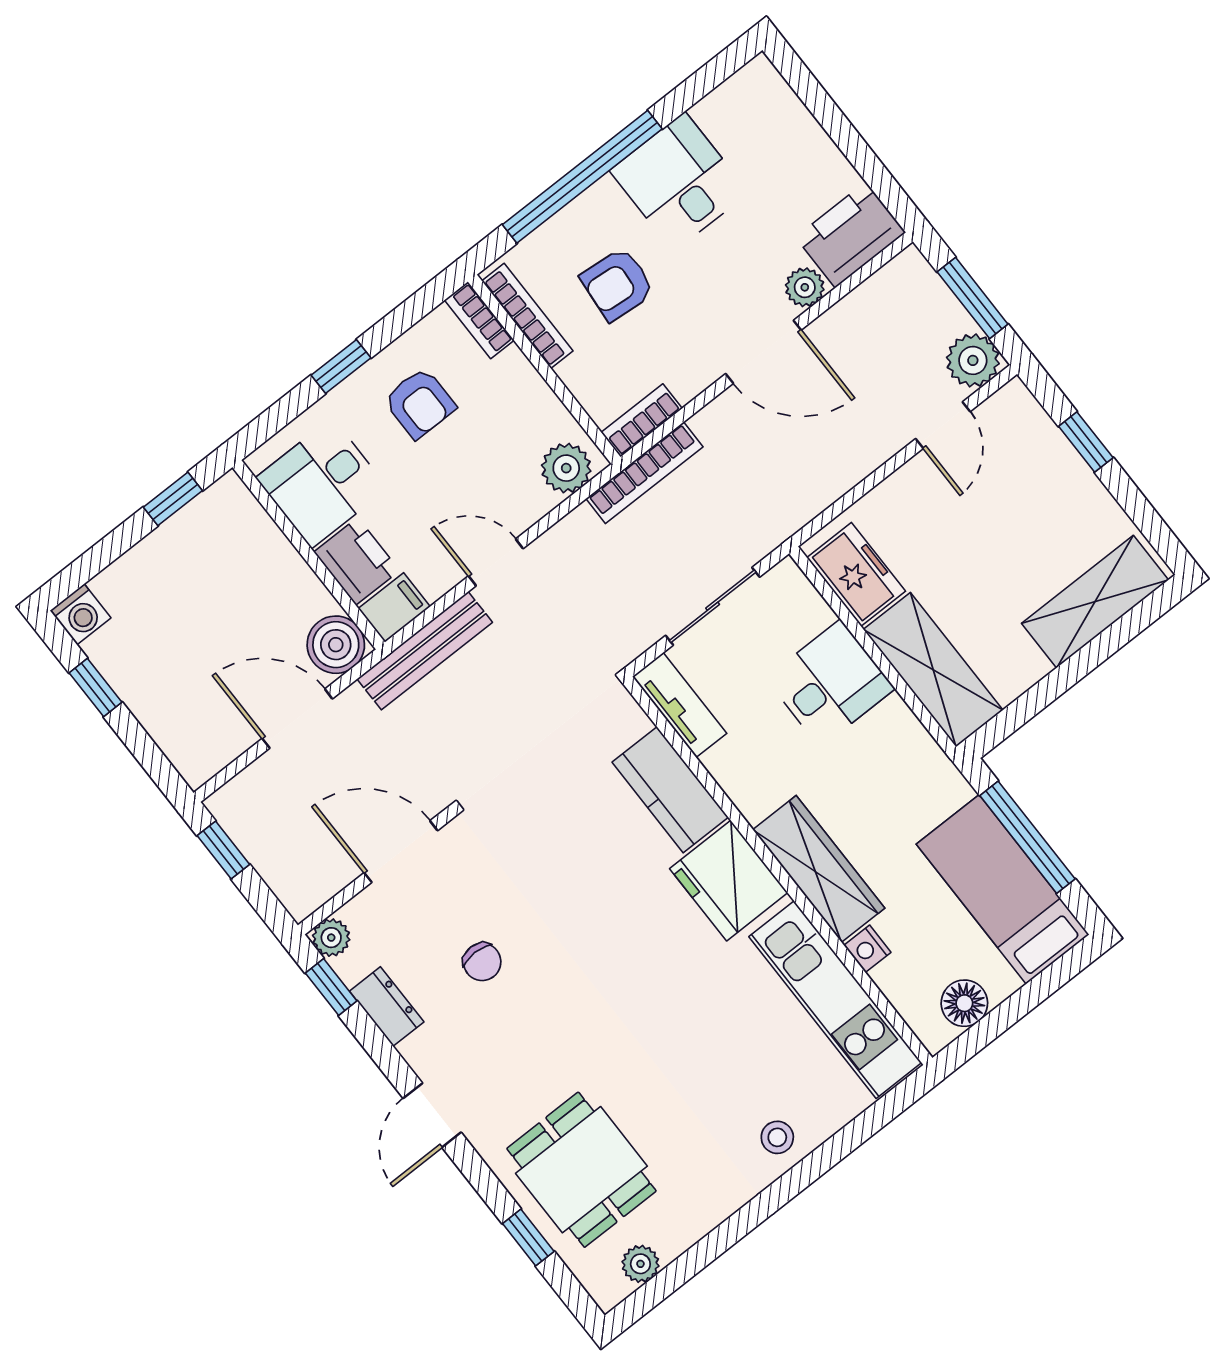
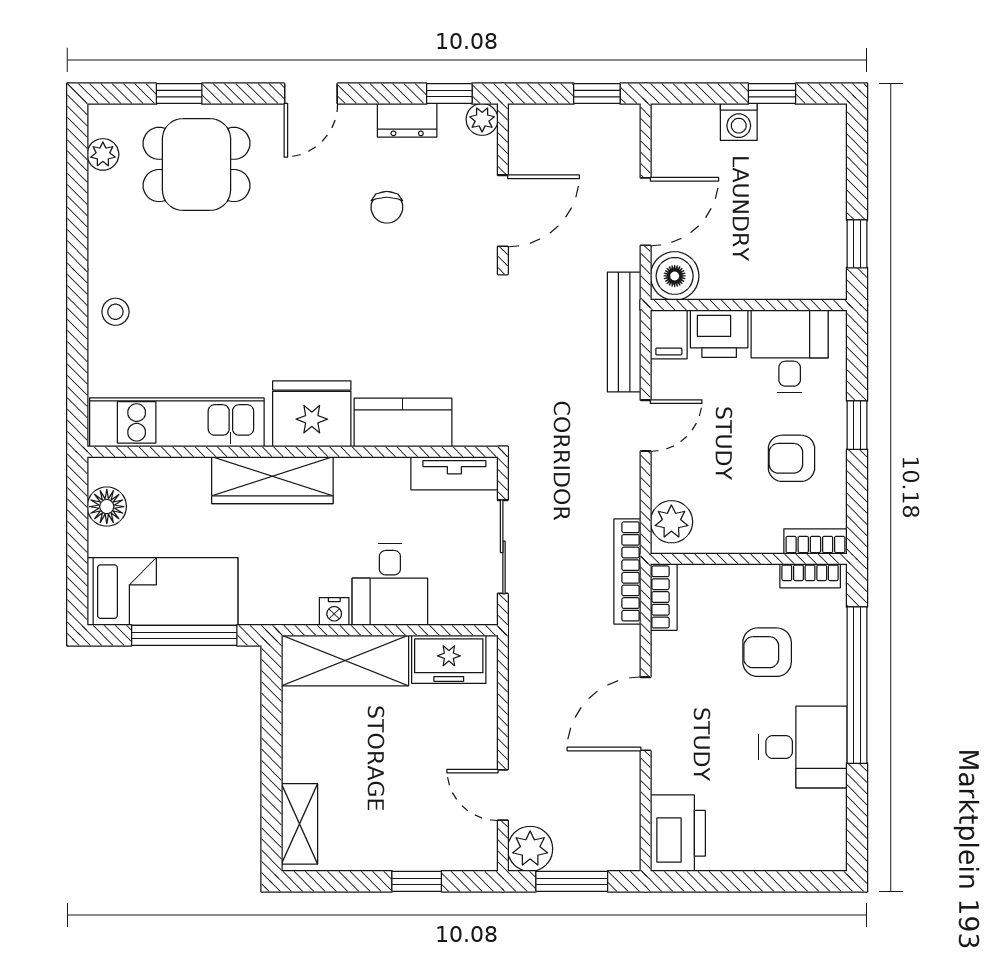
armchair: (617, 284) -> (767, 652), turned -95
plant: (805, 287) -> (667, 775), removed
bookcase: (527, 316) -> (810, 576), width x0.64
shelving: (1095, 602) -> (300, 824), width x0.67, depth x0.75
washing machine: (80, 614) -> (739, 122), moved, turned -90
nightstand: (867, 949) -> (334, 612), moved, turned 180
chair: (482, 962) -> (387, 207), turned -90
door: (432, 1115) -> (311, 94), swing flipped

